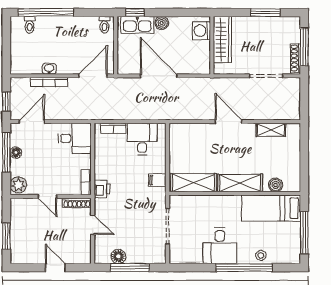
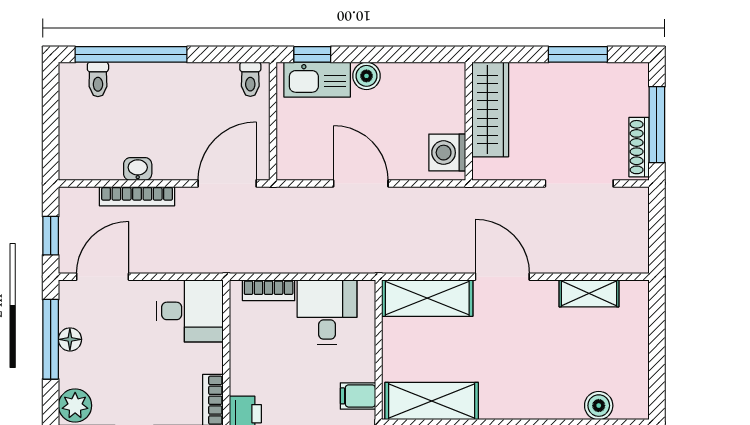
washing machine: (201, 31) -> (447, 153), moved
door: (159, 76) -> (361, 183), width x0.73
shelving: (240, 183) -> (427, 298), moved

